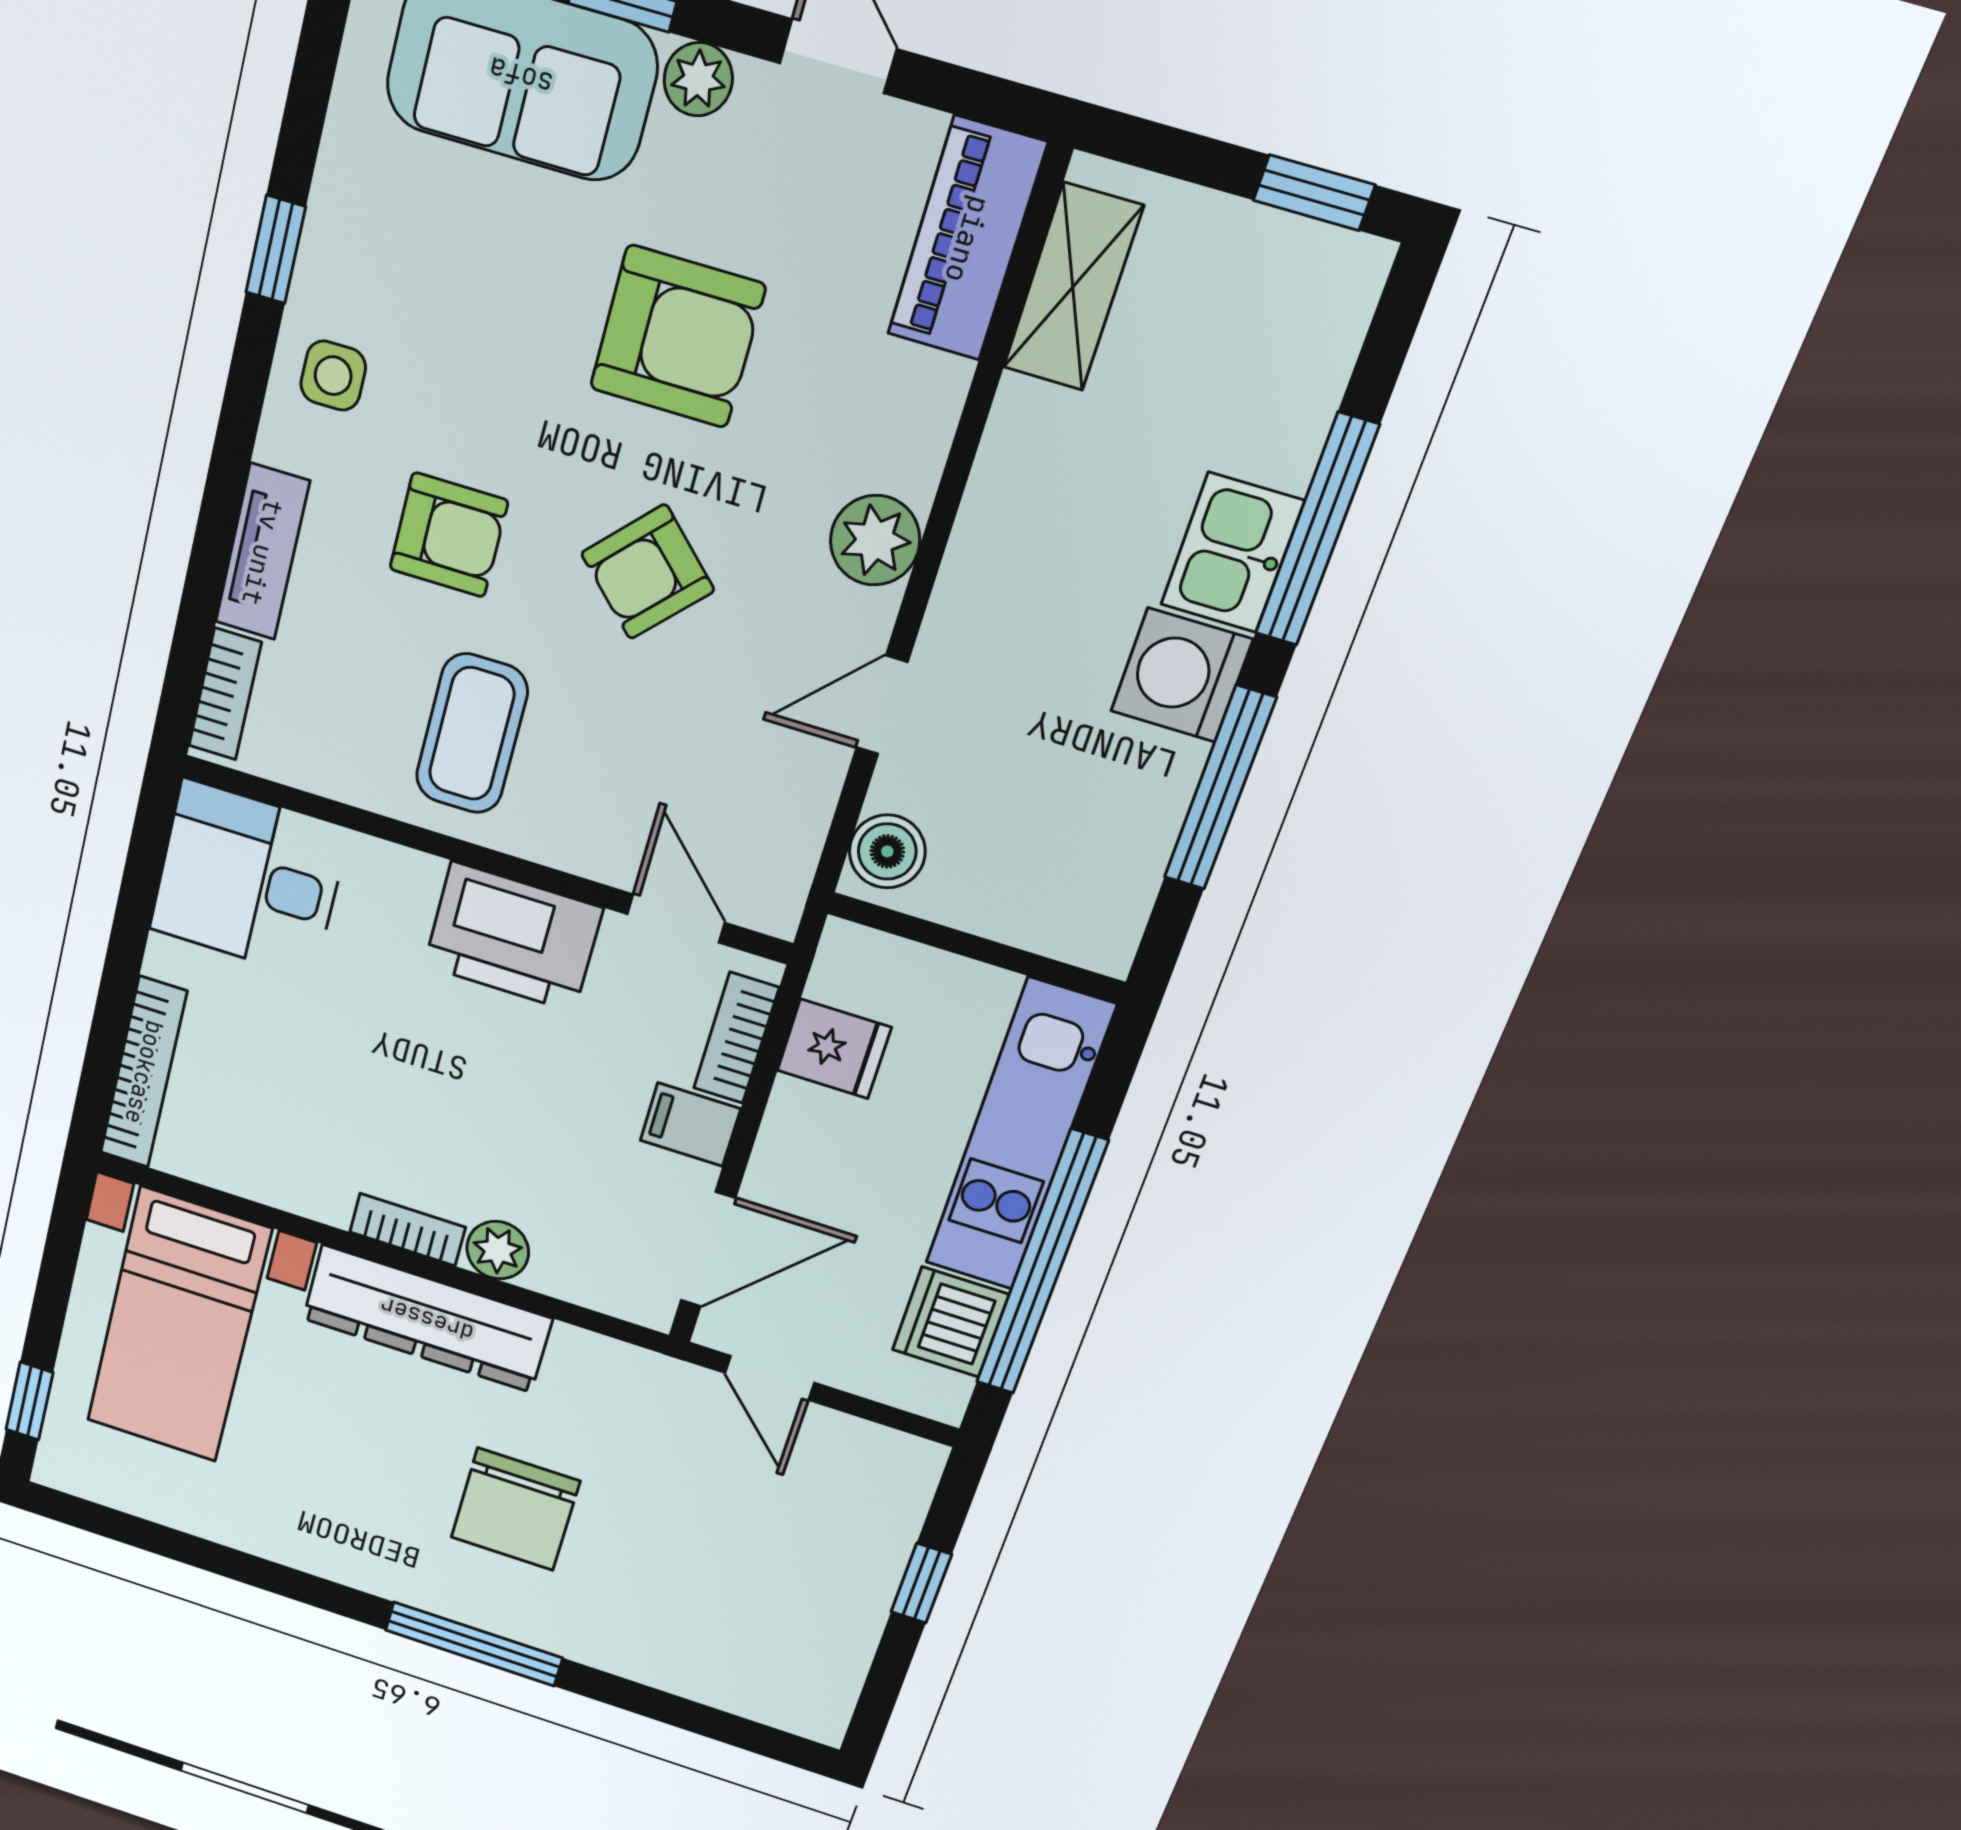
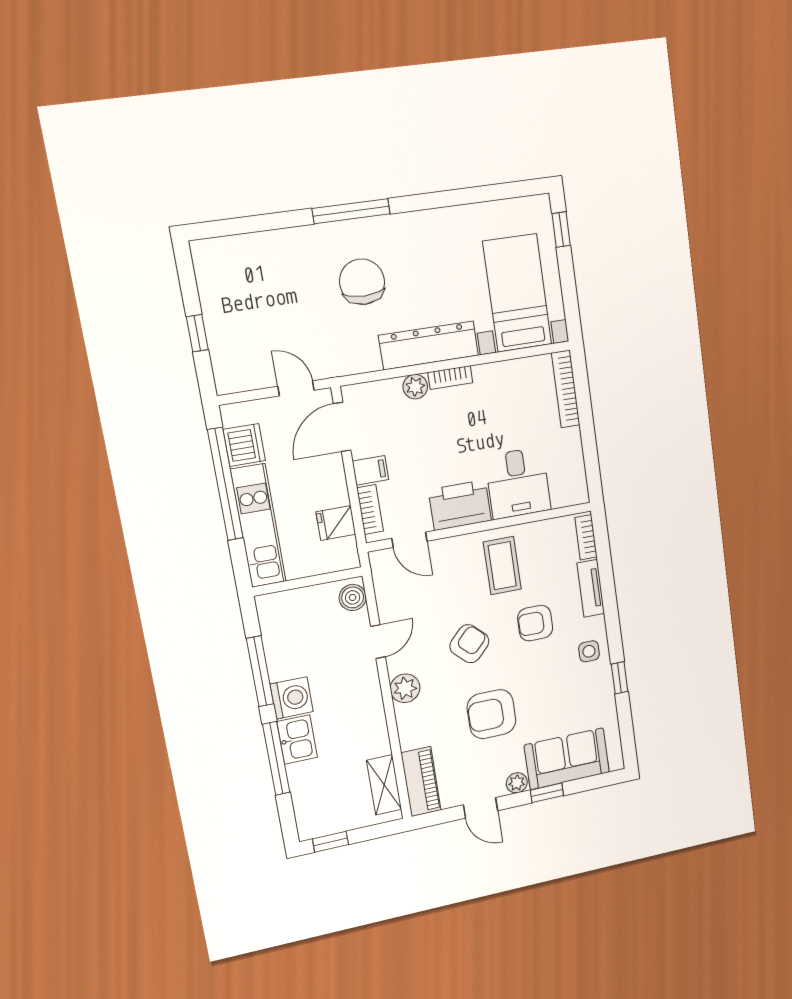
desk: (249, 879) -> (518, 483), moved, turned 90

